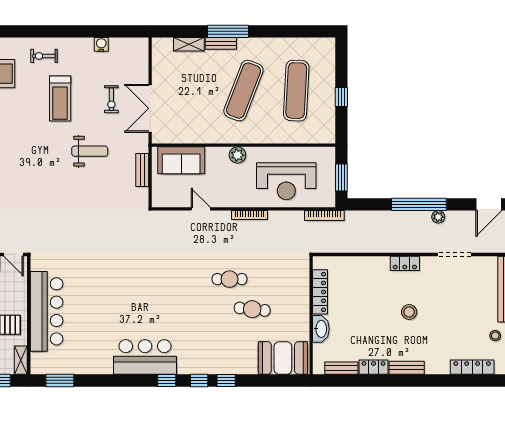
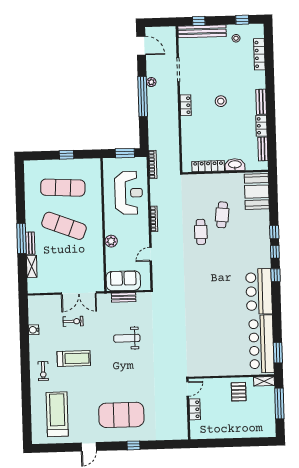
weight bench: (90, 151) -> (127, 338), moved, turned -90
plant: (237, 155) -> (111, 241), moved
sofa: (181, 160) -> (123, 281), moved, turned -90
bar counter: (47, 311) -> (261, 344), moved, turned -90

